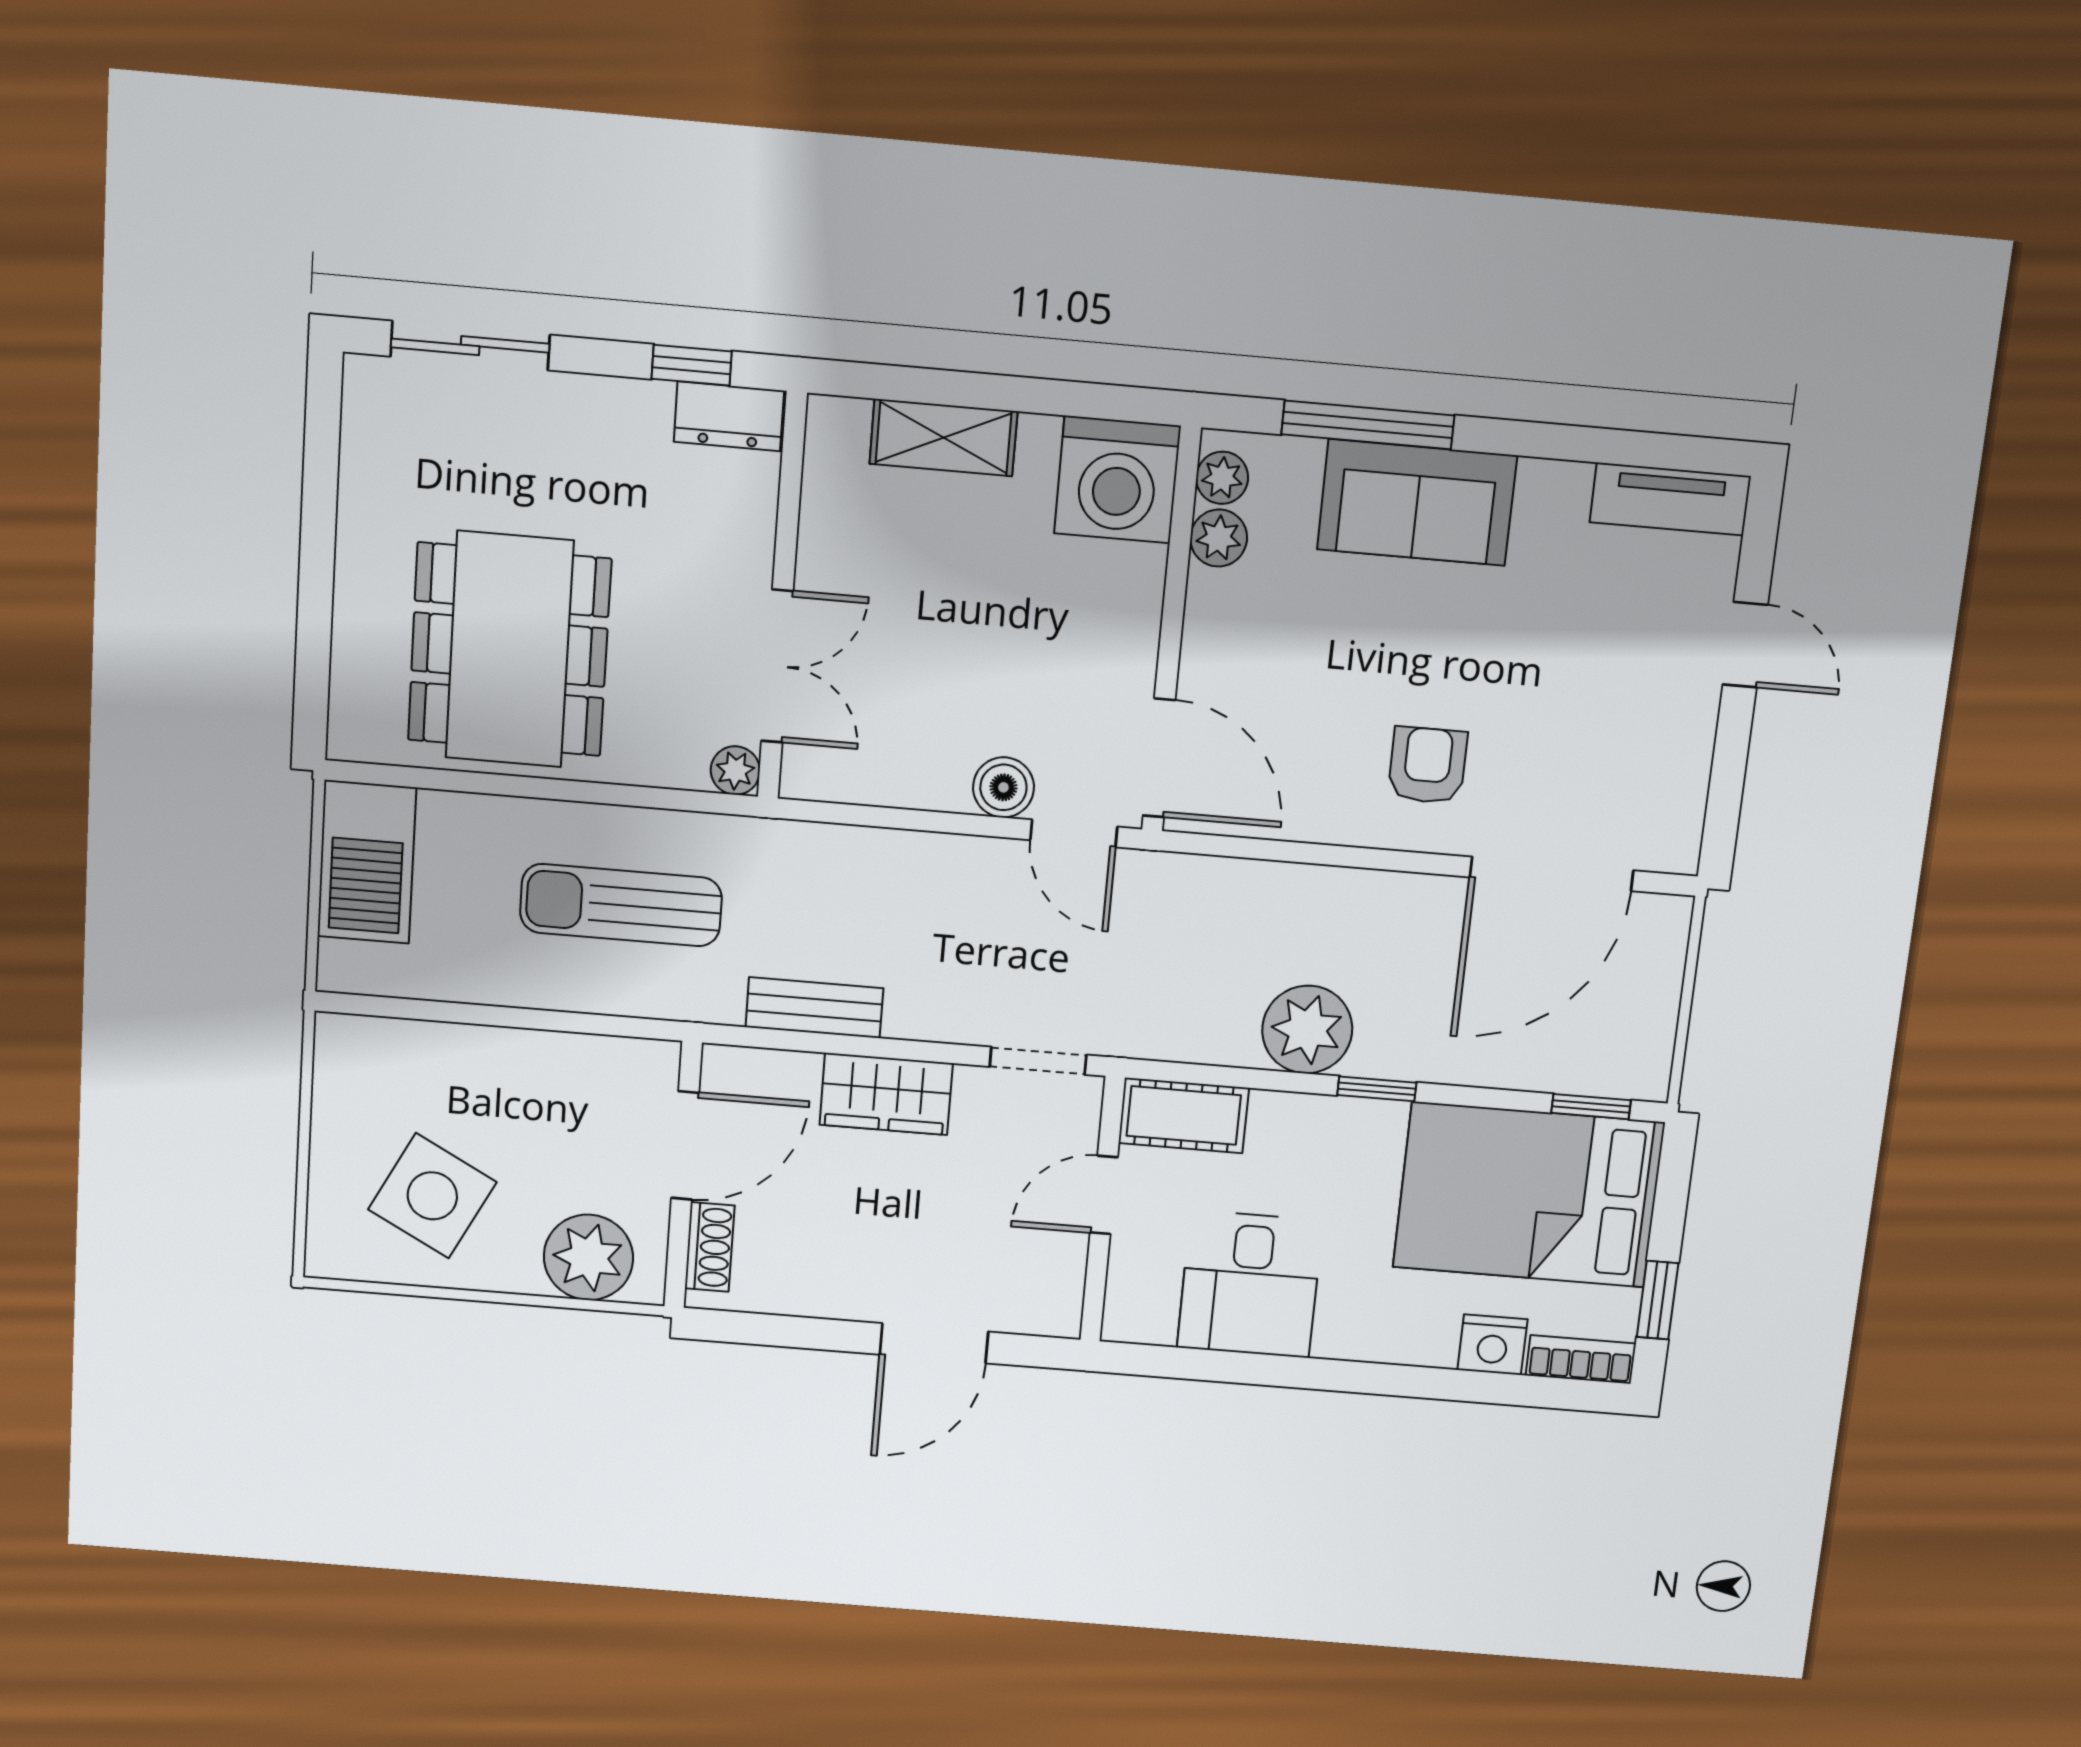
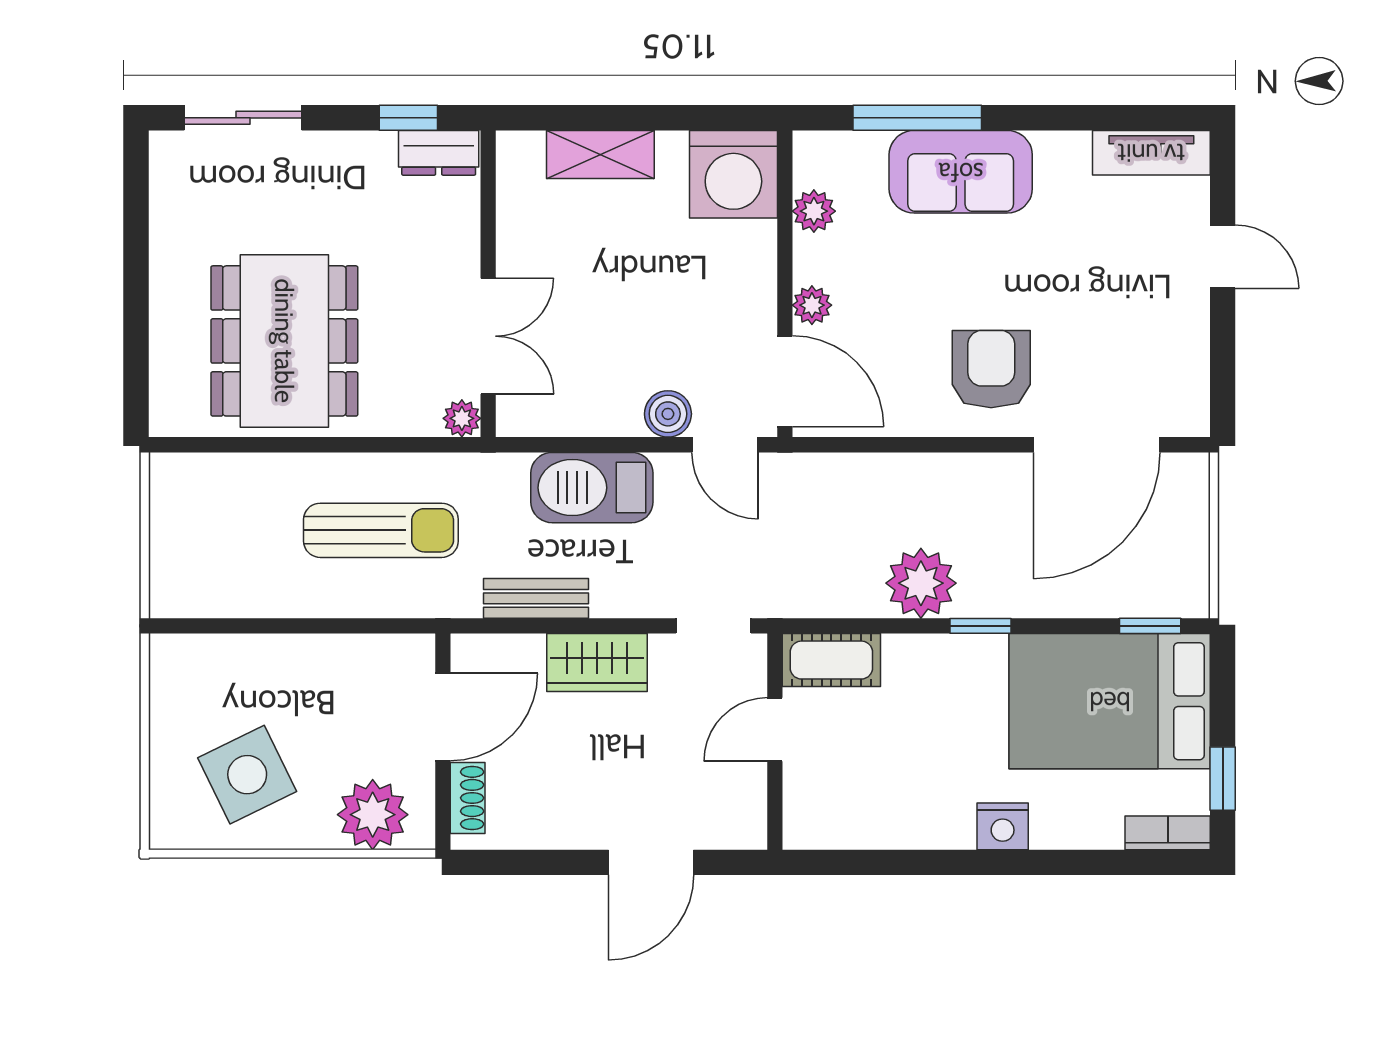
plant: (1222, 478) -> (812, 305), moved
armchair: (1428, 765) -> (991, 369), width x1.38, depth x1.38
barbecue: (367, 862) -> (592, 488), moved, turned 90
sun lounger: (621, 905) -> (381, 530), turned 180
side table: (432, 1196) -> (247, 775), turned 36
desk: (1250, 1284) -> (897, 793), removed
nightstand: (1492, 1345) -> (1003, 826), moved

